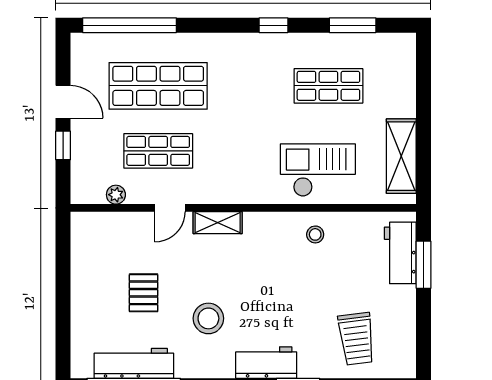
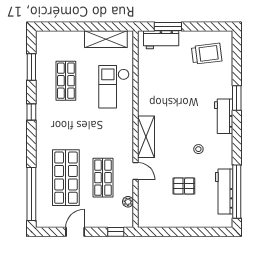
window: (63, 145) -> (116, 232), moved
shelving: (218, 223) -> (146, 137), width x1.50, depth x1.33
stool: (315, 234) -> (151, 88), removed
stool: (208, 318) -> (198, 149), width x0.53, depth x0.53
trolley: (356, 339) -> (207, 54), moved

